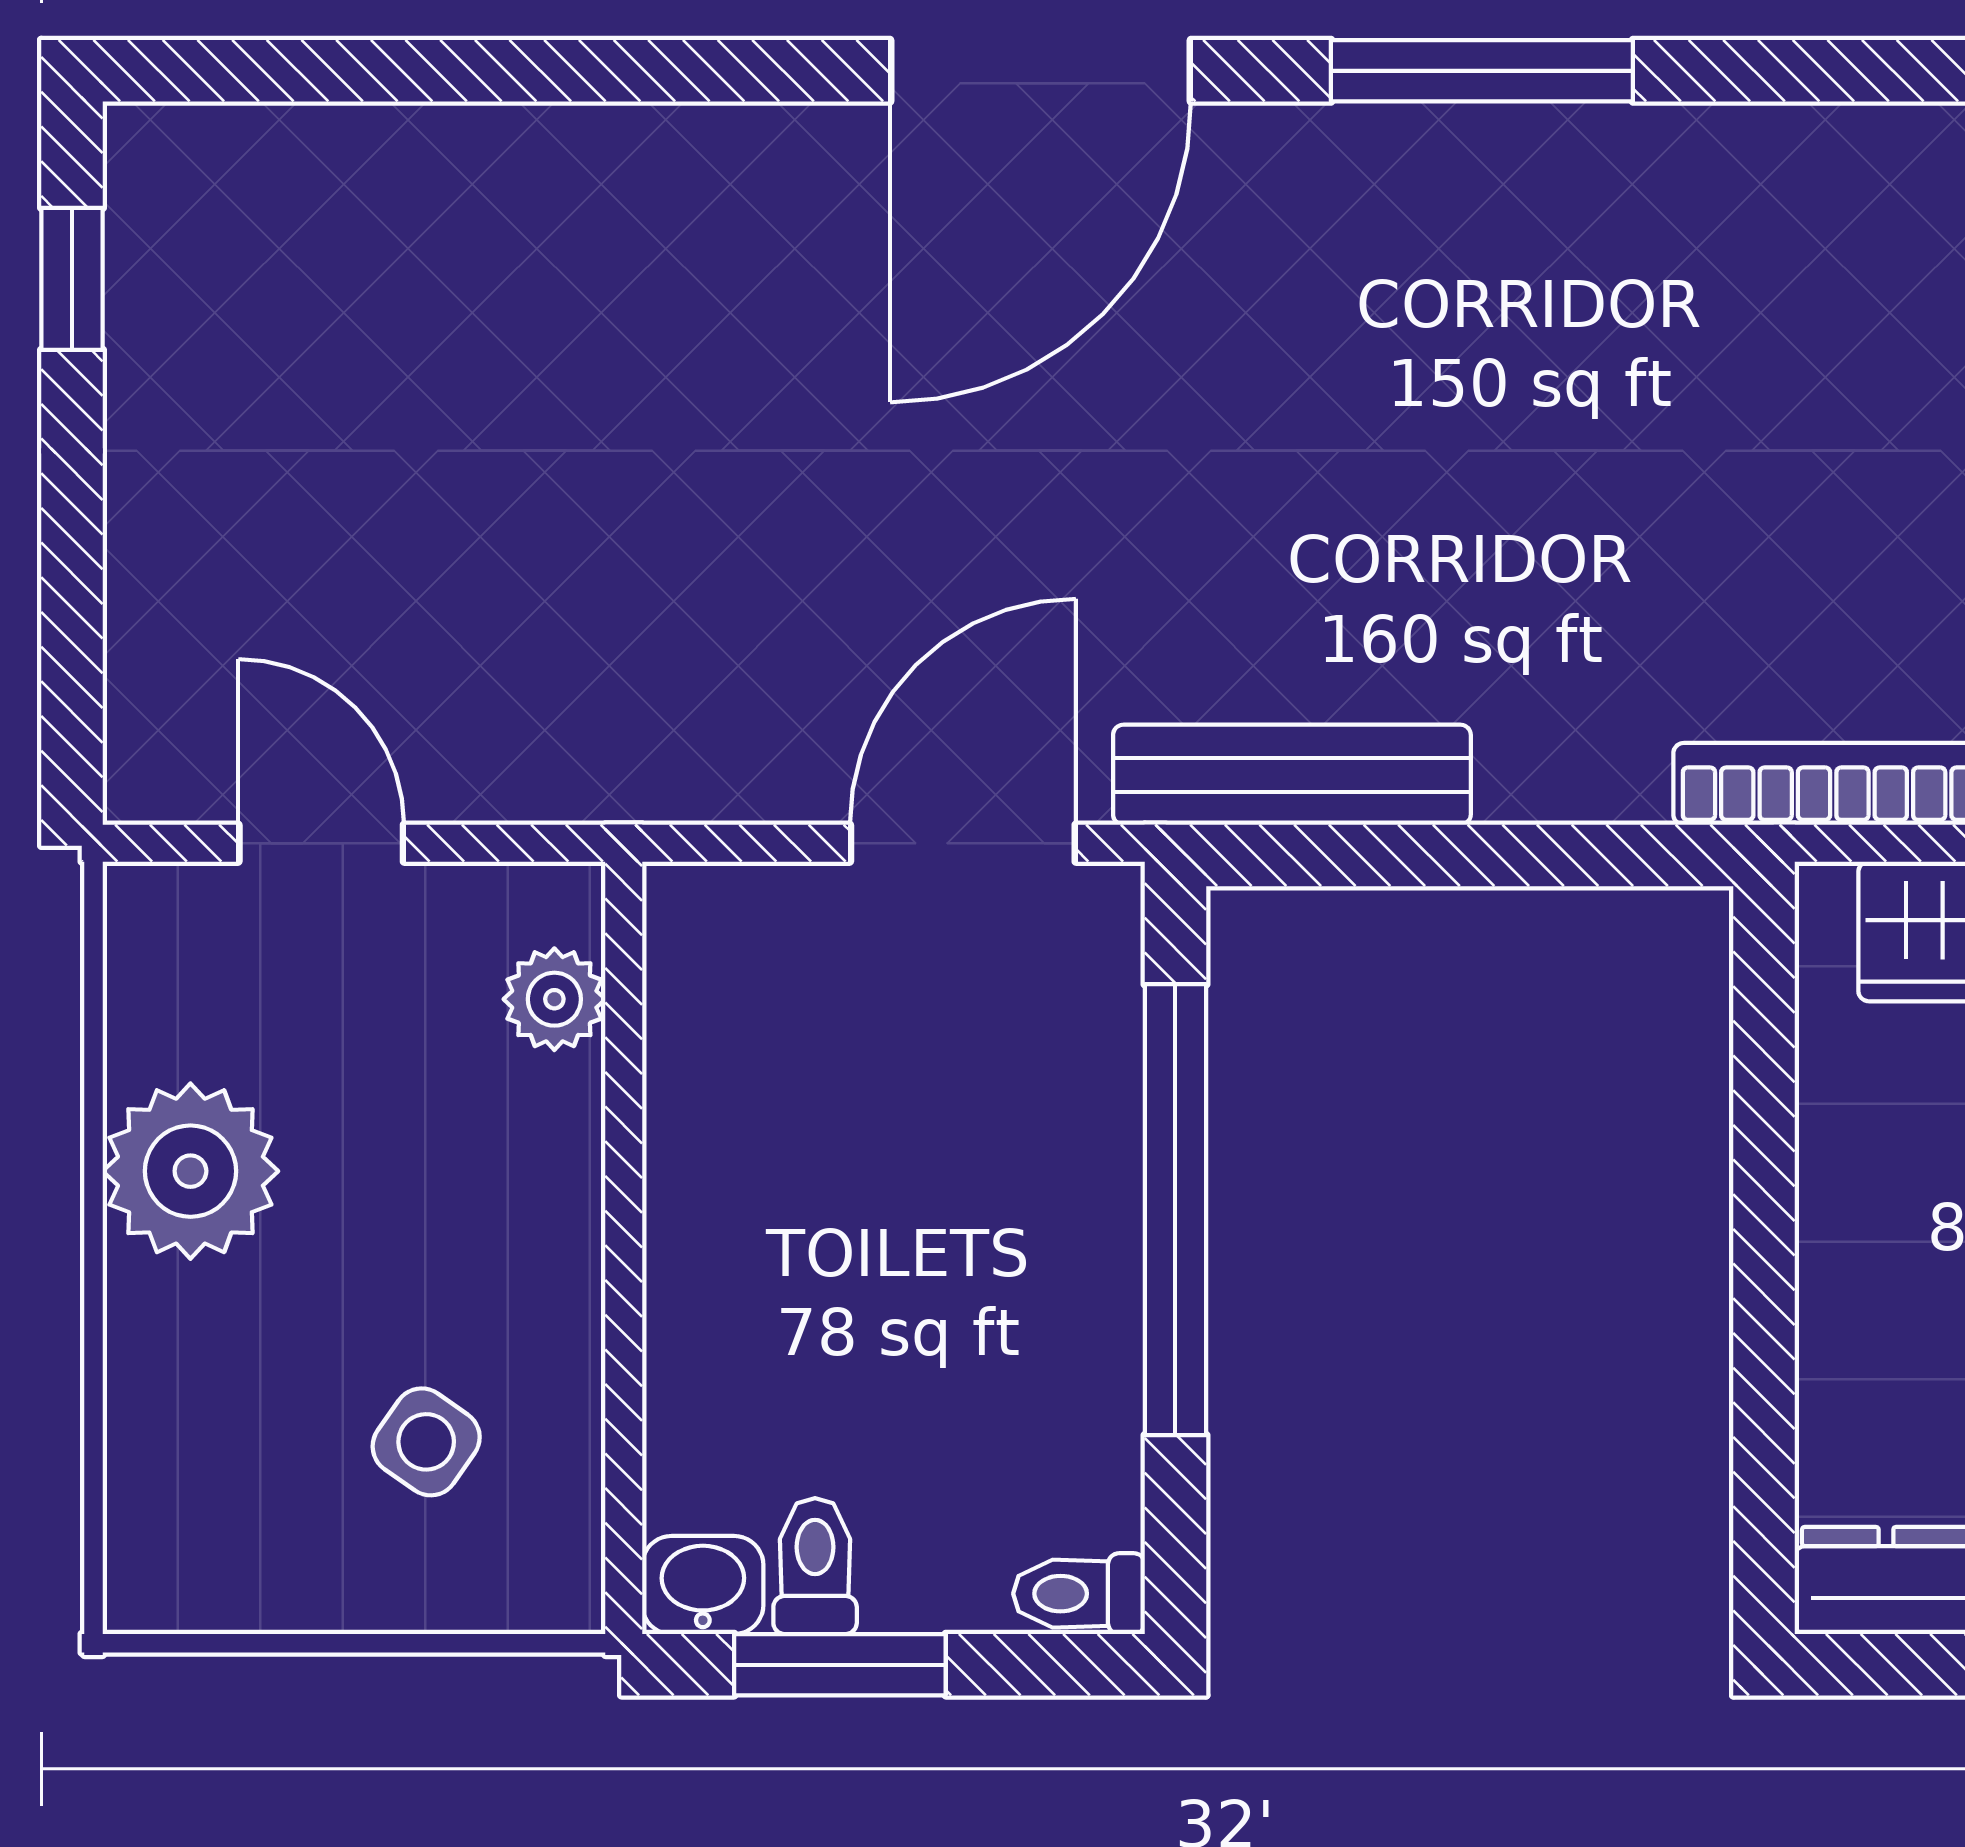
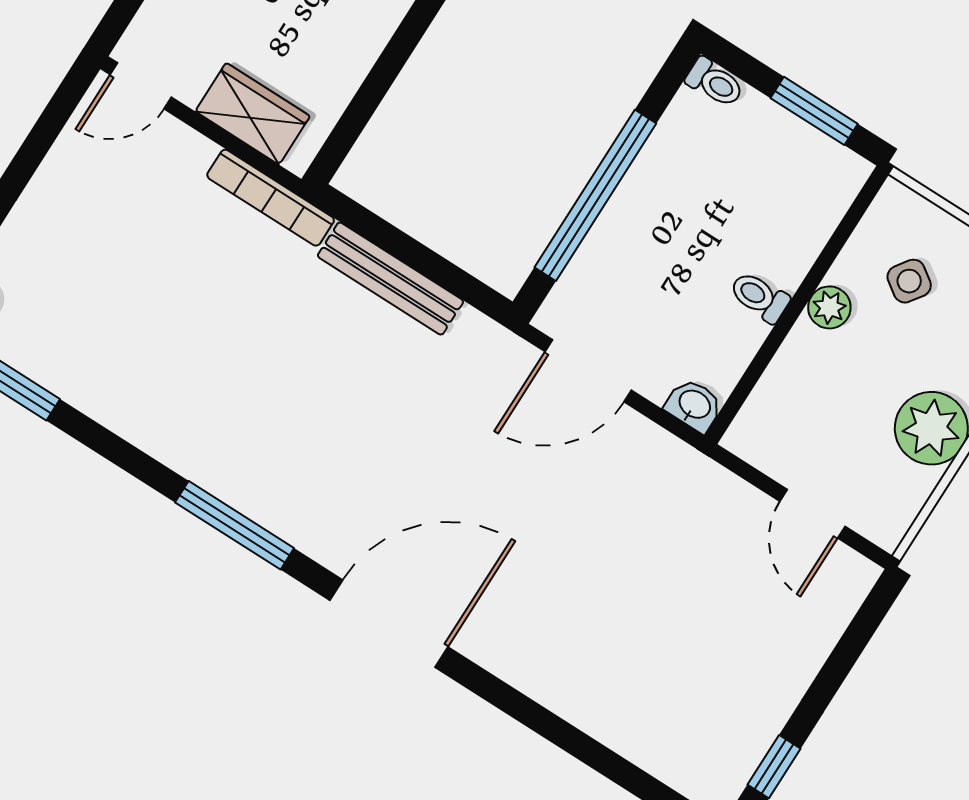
bench: (1292, 775) -> (390, 279), moved
plant: (554, 999) -> (829, 307), moved
toilet: (815, 1566) -> (759, 297), moved, turned 90
washbasin: (703, 1585) -> (694, 405), moved, turned 180

